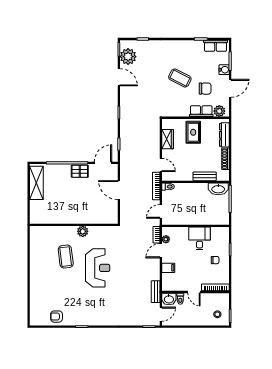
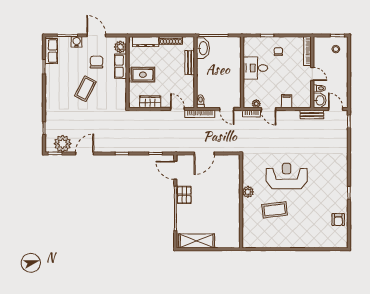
door: (161, 165) -> (178, 109), hinge flipped
door: (194, 292) -> (312, 74), hinge flipped

